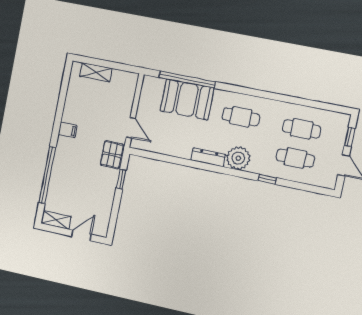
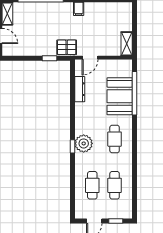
shelving: (96, 72) -> (127, 44), moved
dresser: (208, 157) -> (80, 89), moved
window: (267, 179) -> (72, 146), moved

